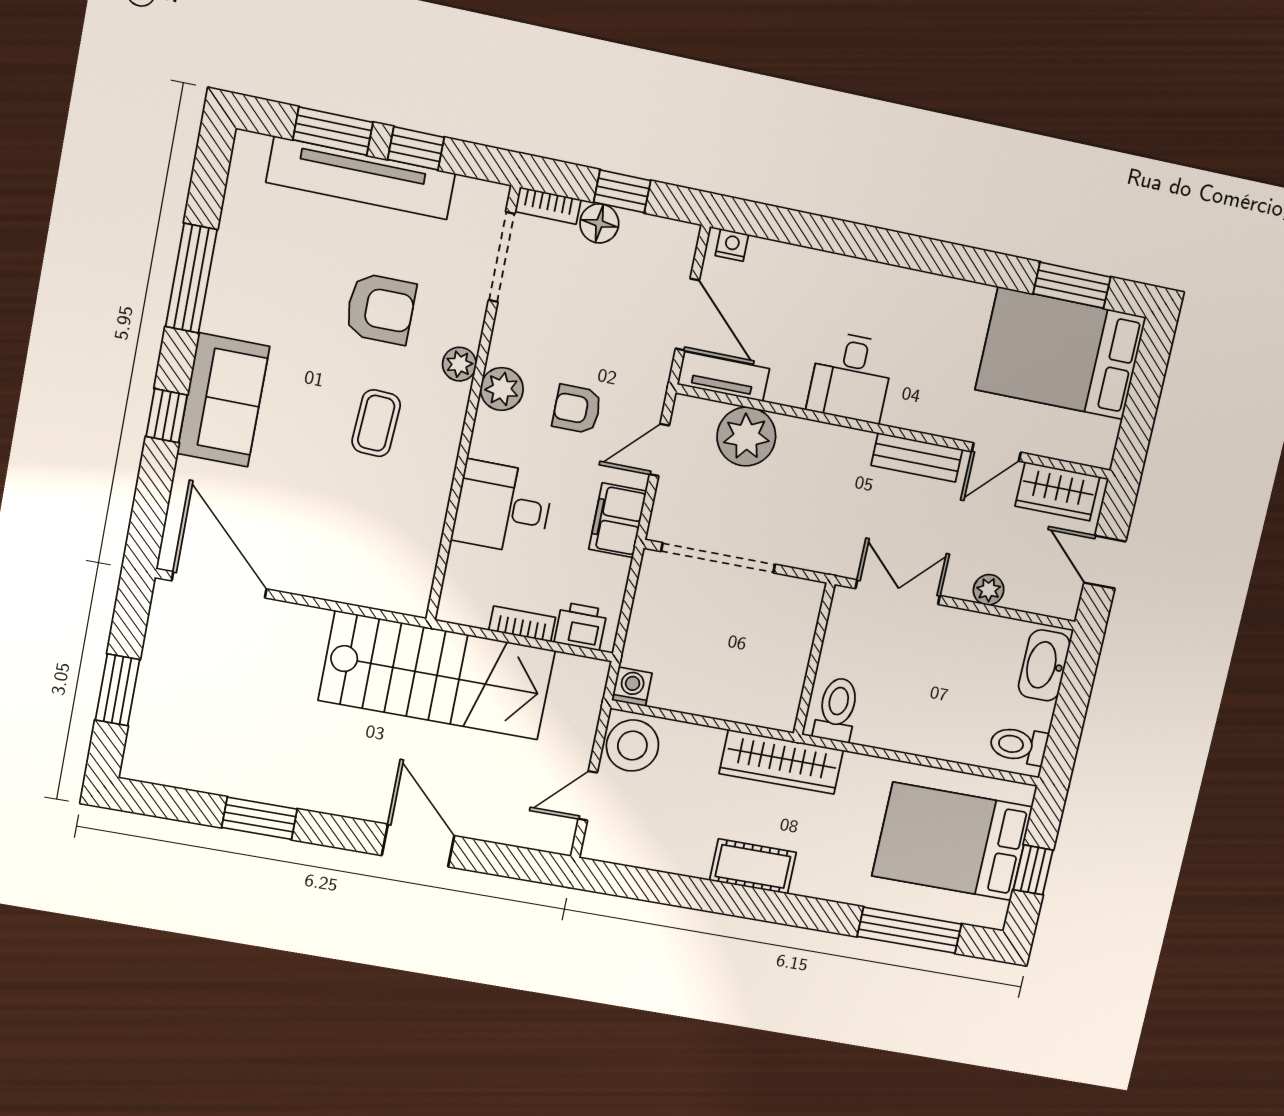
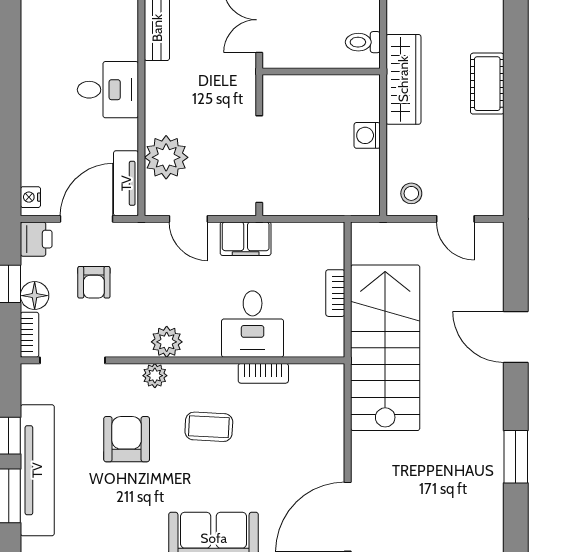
armchair: (577, 409) -> (94, 282), moved
bookcase: (434, 509) -> (263, 373), added
printer: (581, 626) -> (36, 239), moved, turned 180
washing machine: (632, 687) -> (367, 135), moved
toilet: (837, 710) -> (363, 42), width x0.73, depth x0.72
stool: (632, 746) -> (411, 193), width x0.53, depth x0.53
door: (418, 846) -> (516, 337), hinge flipped

